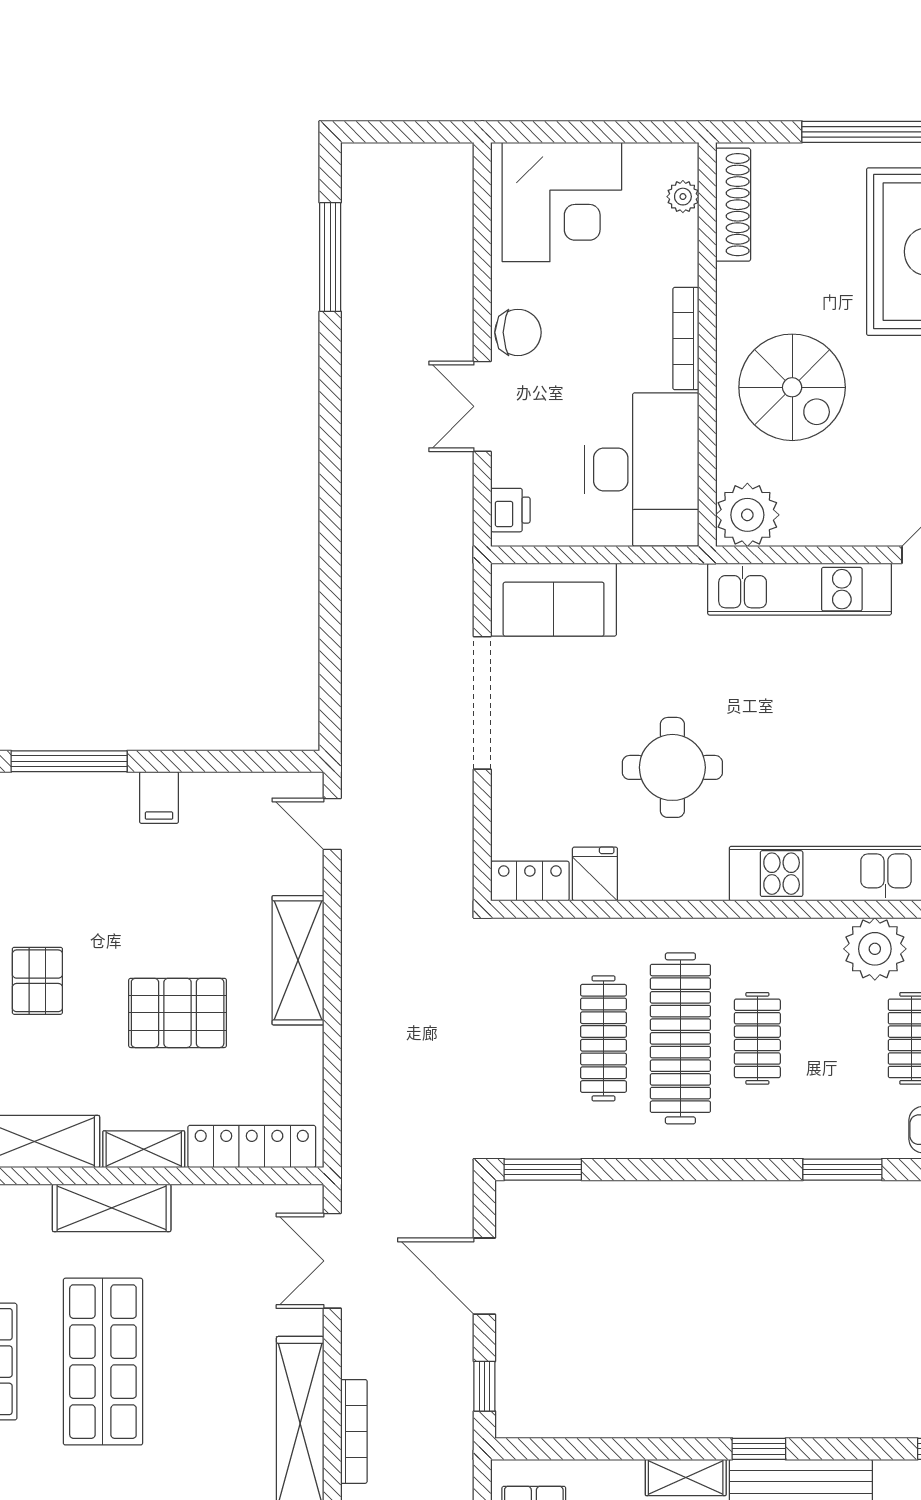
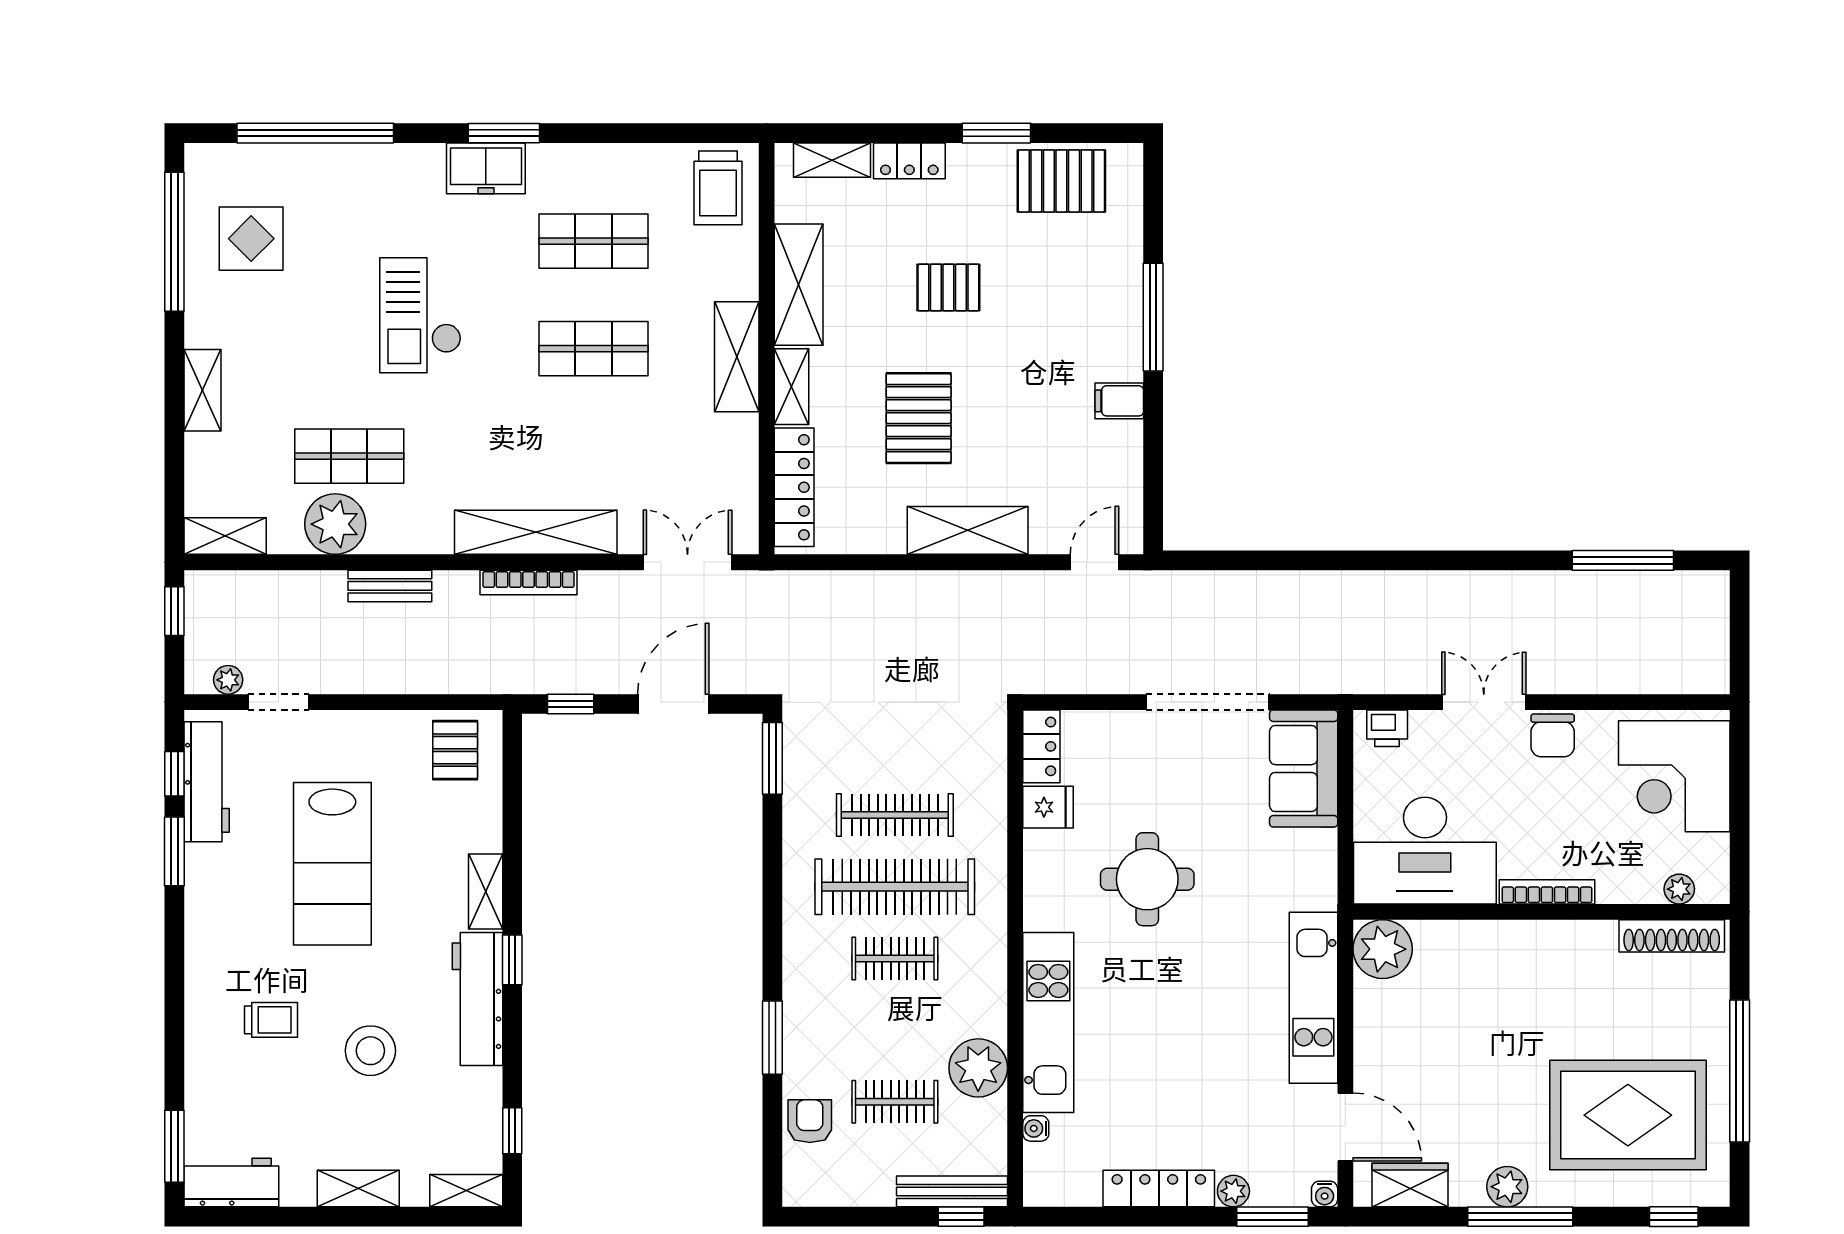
spiral stairs: (792, 387) -> (1502, 991), removed
shop shelf: (103, 1362) -> (594, 349), width x0.70, depth x0.74

